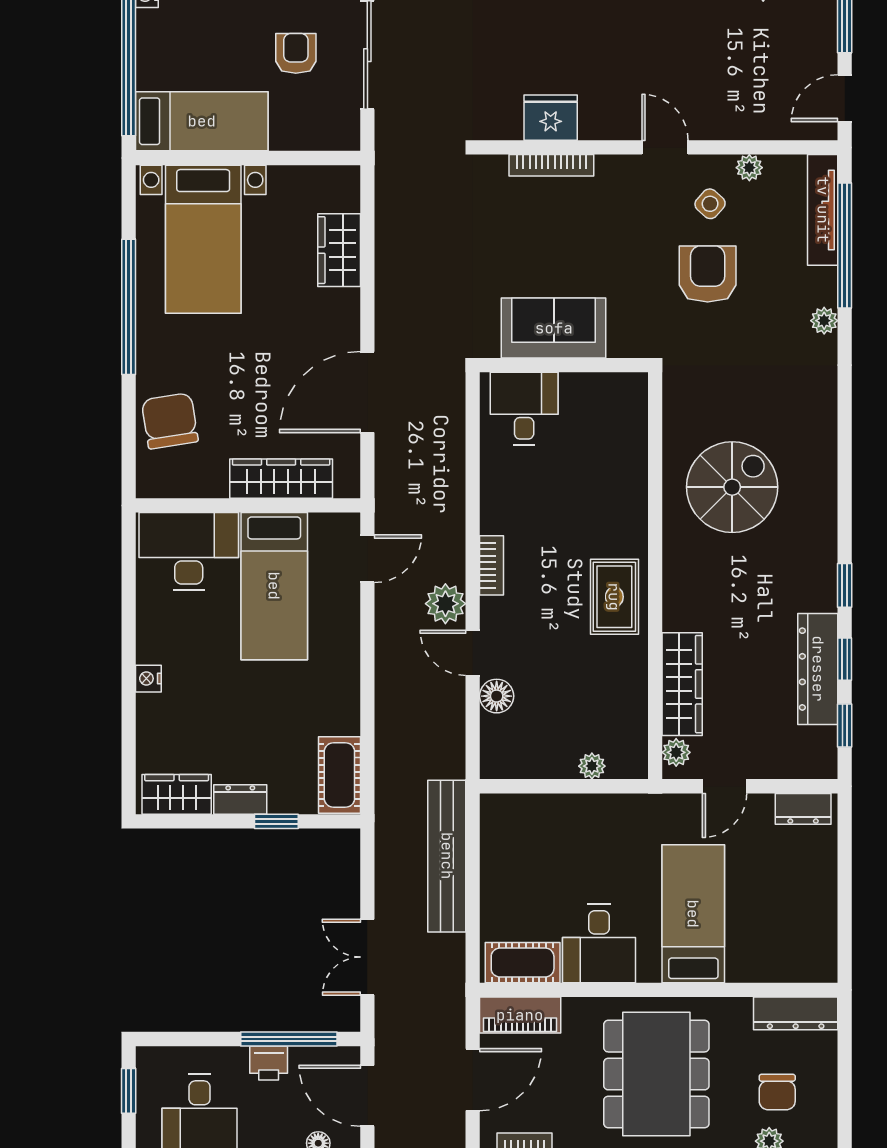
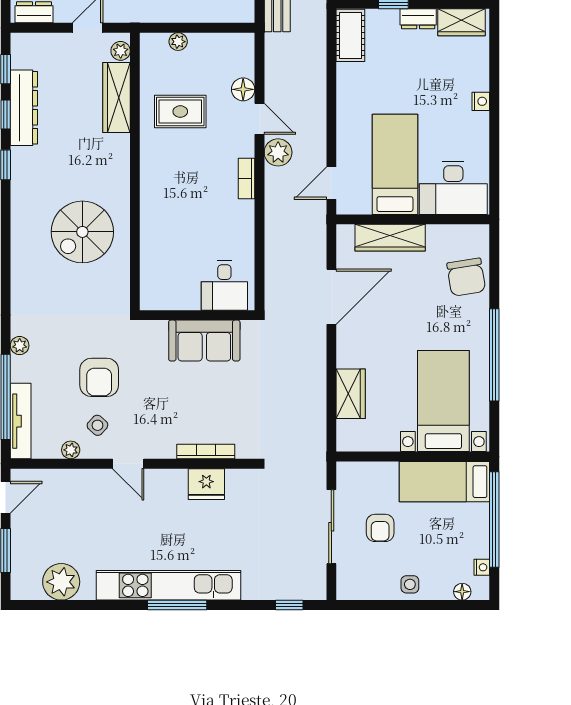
rug: (614, 597) -> (180, 112), moved, turned 90

